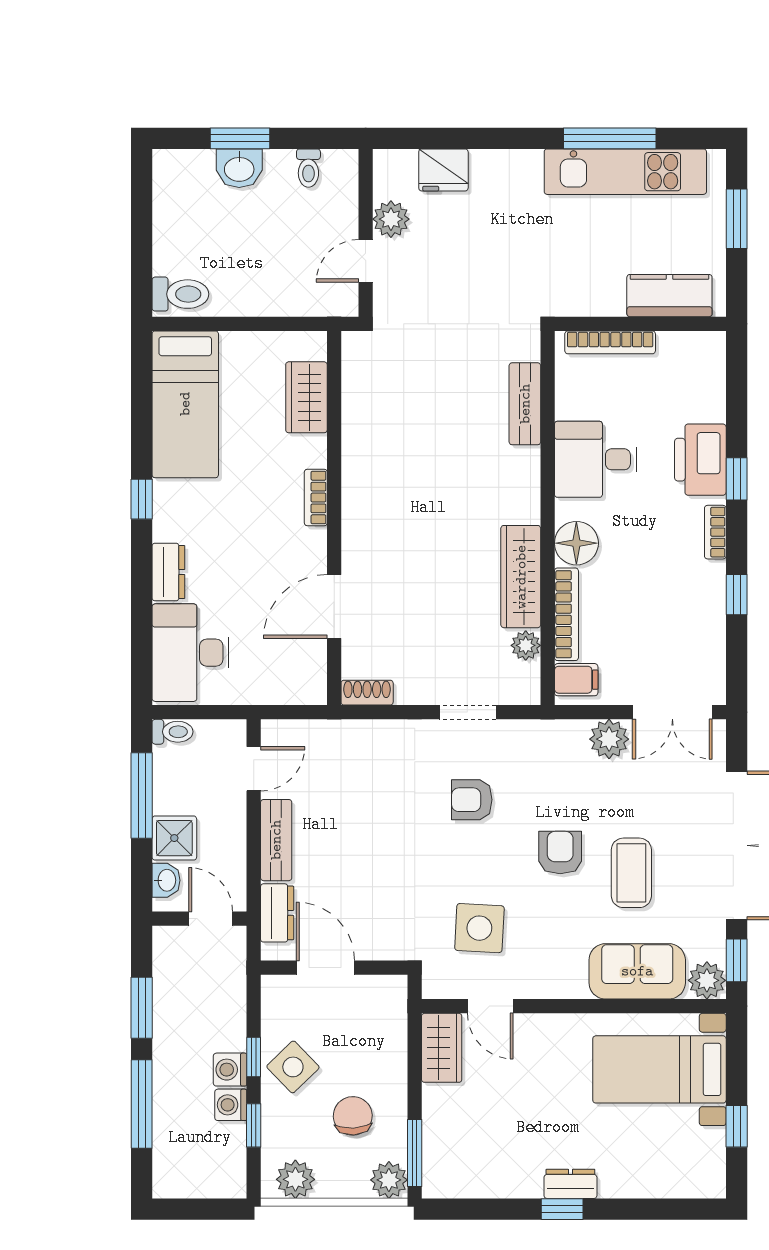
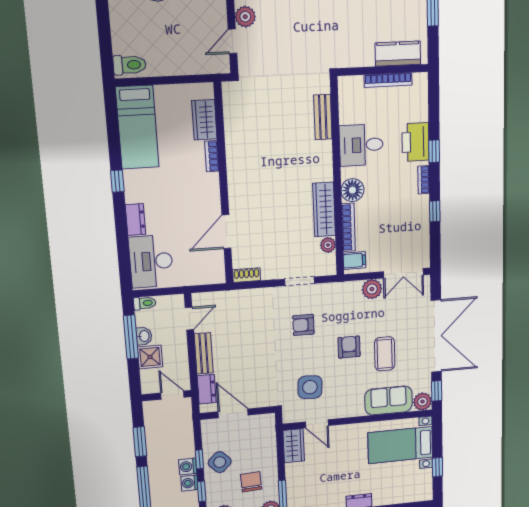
bookcase: (610, 342) -> (388, 80), moved
bookcase: (316, 498) -> (212, 156), moved
washbasin: (166, 880) -> (144, 336), moved

